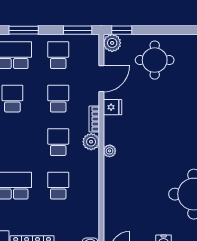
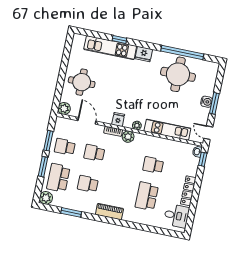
window: (78, 30) -> (48, 141), moved
window: (122, 30) -> (57, 100), removed
fridge: (112, 107) -> (118, 119), moved
school desk: (58, 142) -> (124, 159), removed
kitchen unit: (113, 195) -> (167, 130), added

